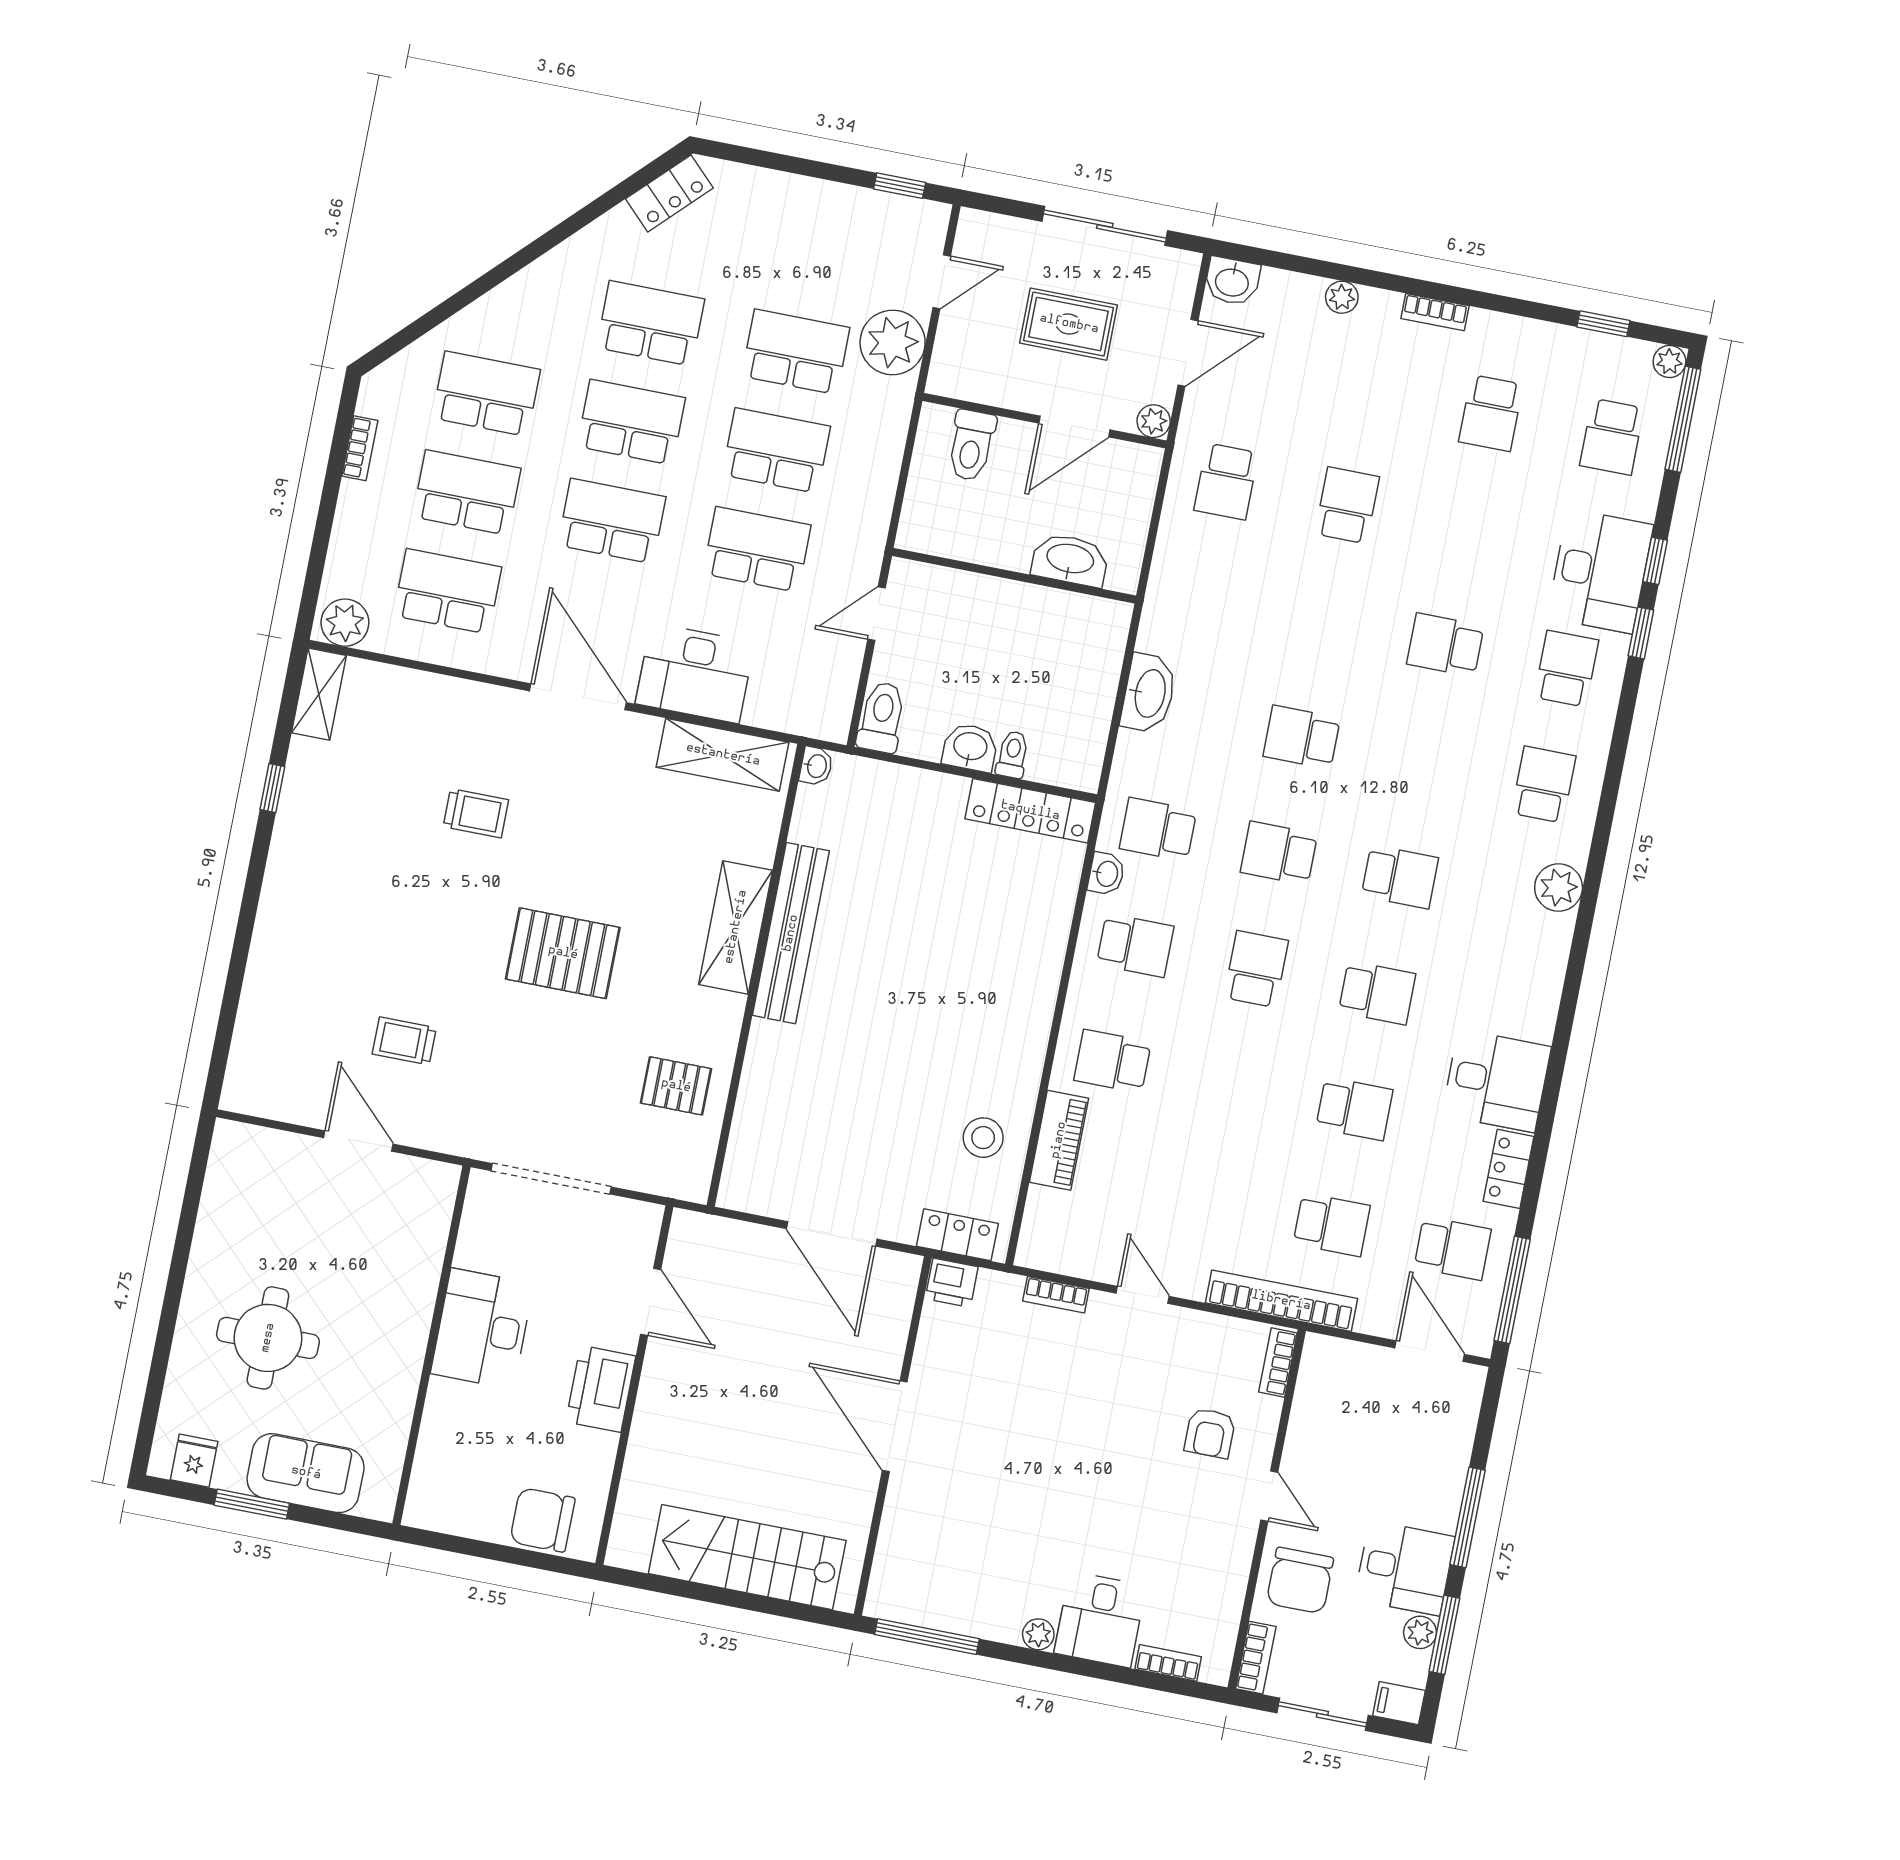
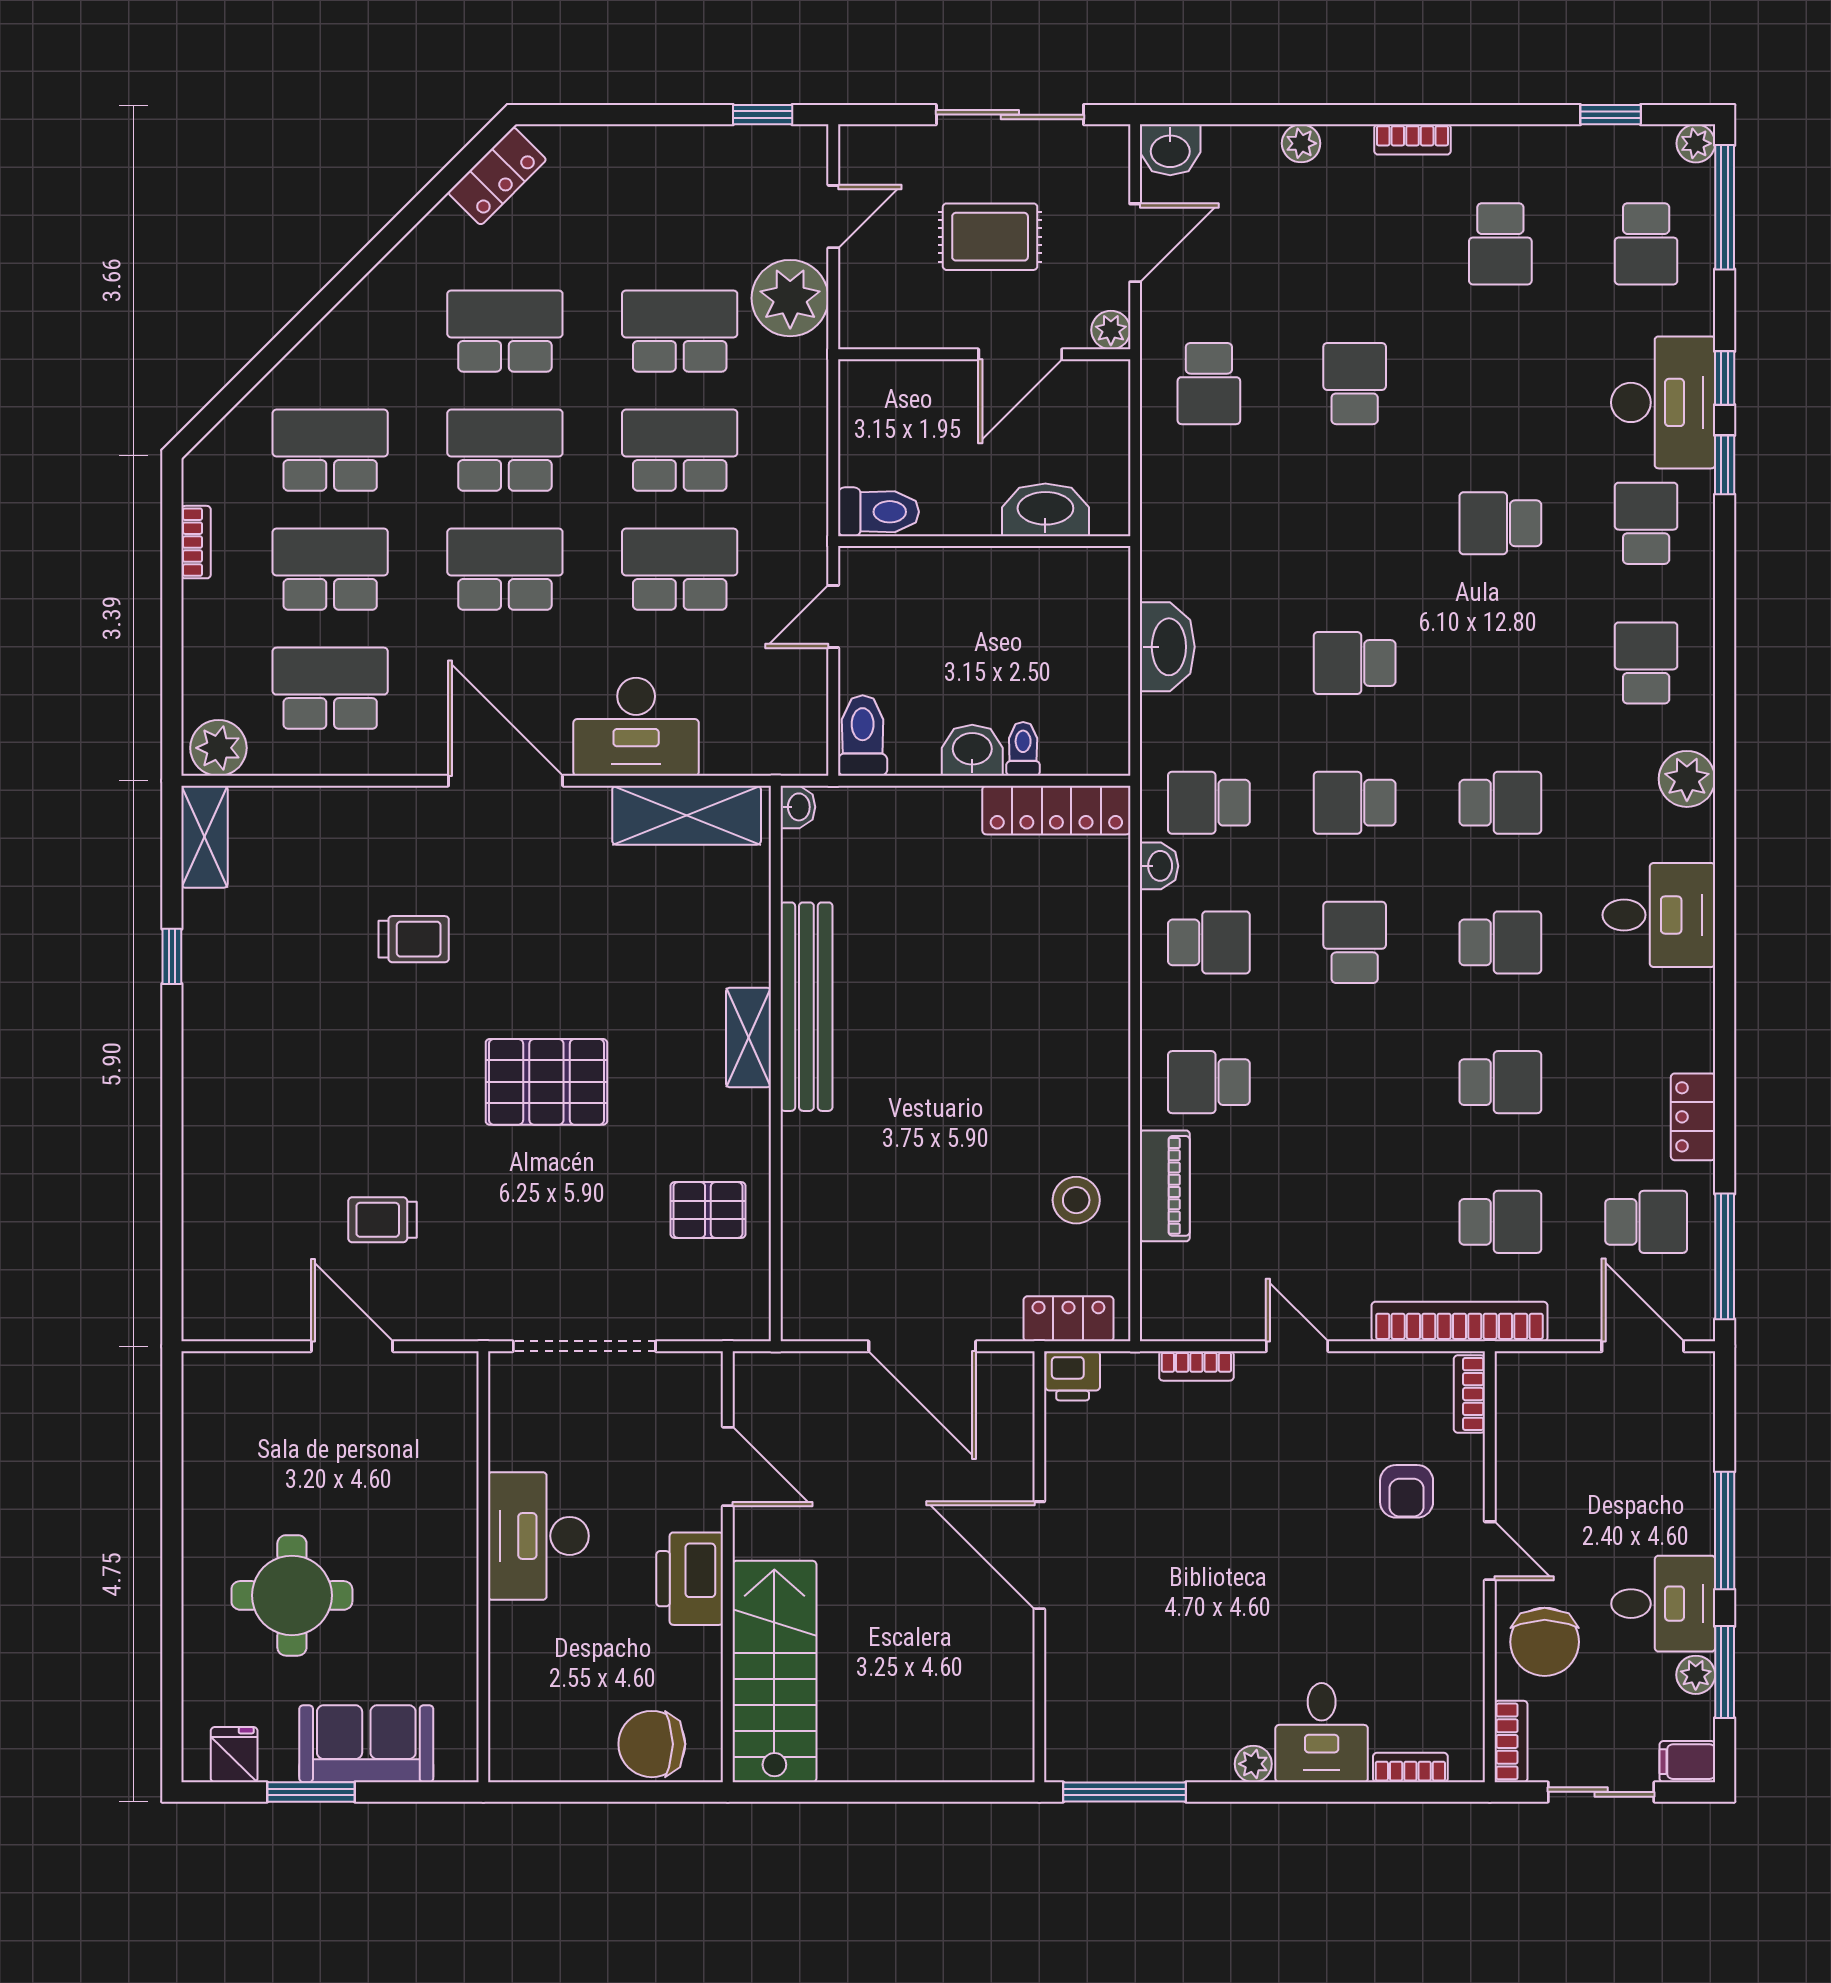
toilet: (971, 445) -> (878, 512), moved, turned -90
shelving: (736, 927) -> (748, 1038), width x0.67, depth x0.75
desk: (1496, 1081) -> (1659, 915), moved
stairs: (747, 1557) -> (774, 1671), moved, turned 90

